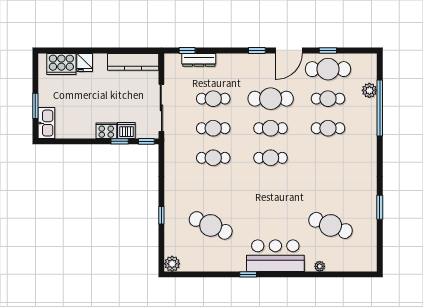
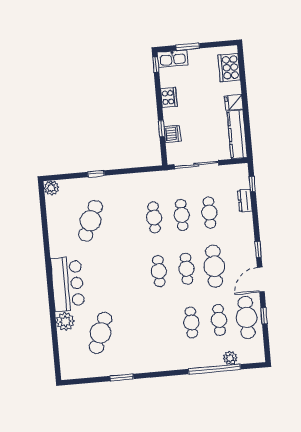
door: (289, 50) -> (261, 280), hinge flipped
dresser: (199, 60) -> (245, 201), width x0.70
fridge: (85, 62) -> (234, 102), moved
cooker: (106, 131) -> (169, 97), moved
window: (146, 141) -> (156, 65), moved
plant: (320, 266) -> (65, 321), width x1.87, depth x1.87
window: (248, 274) -> (48, 260), removed

